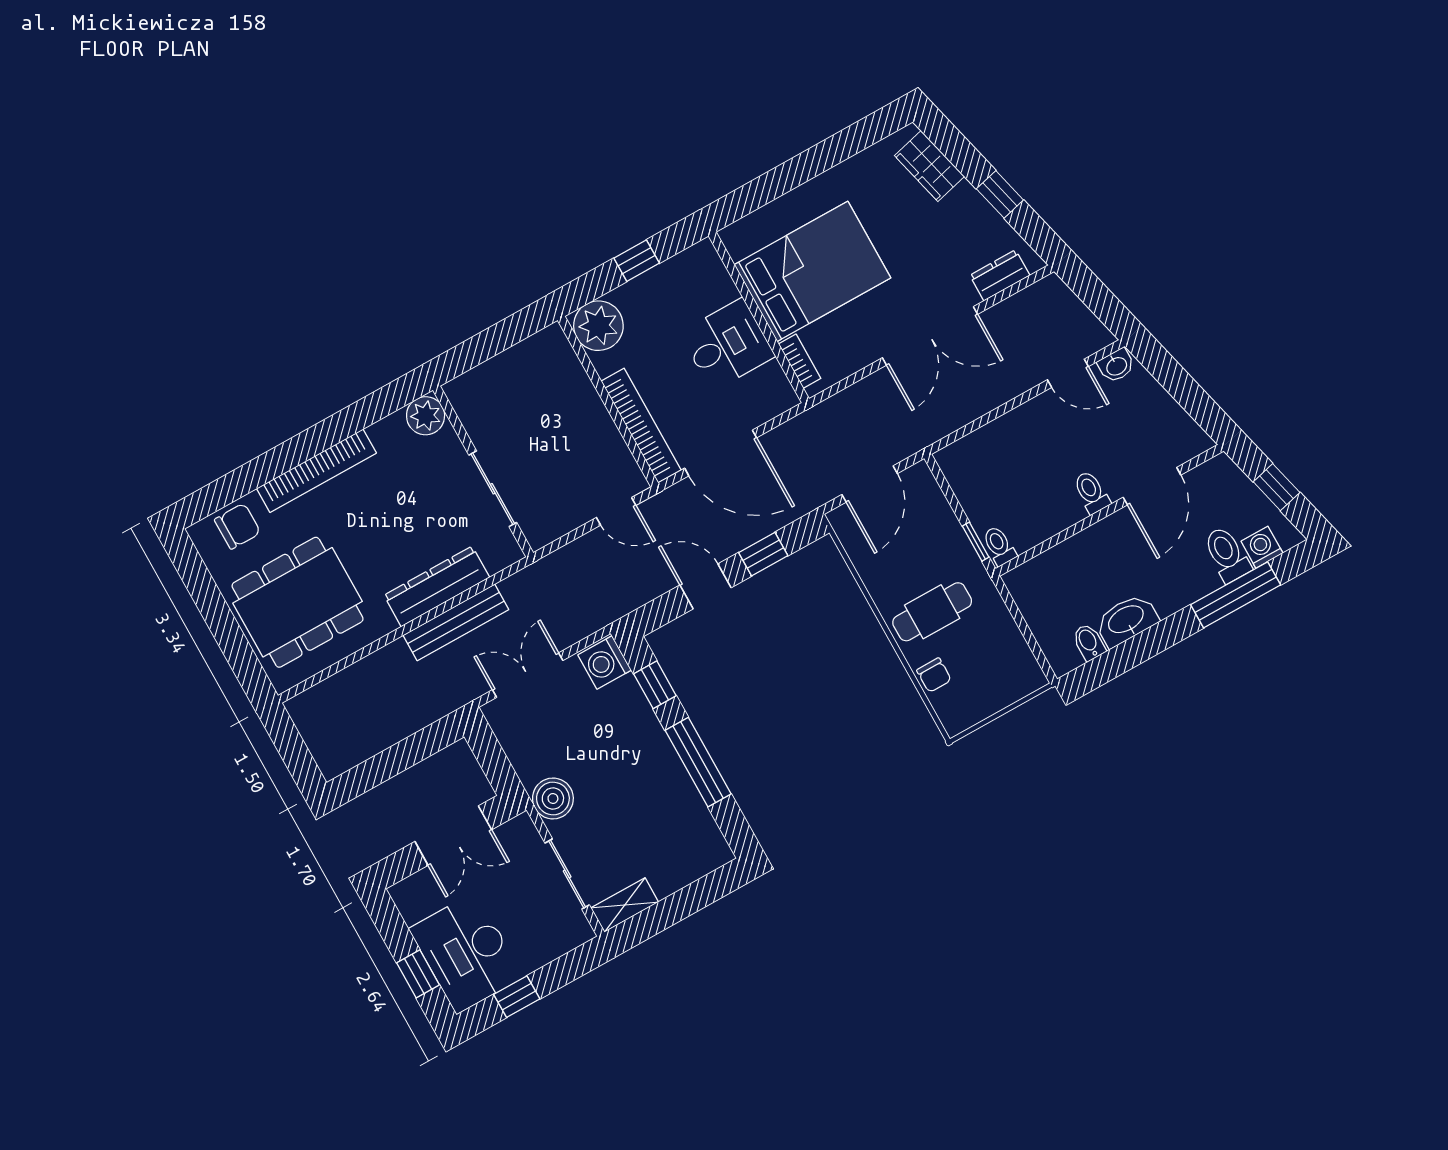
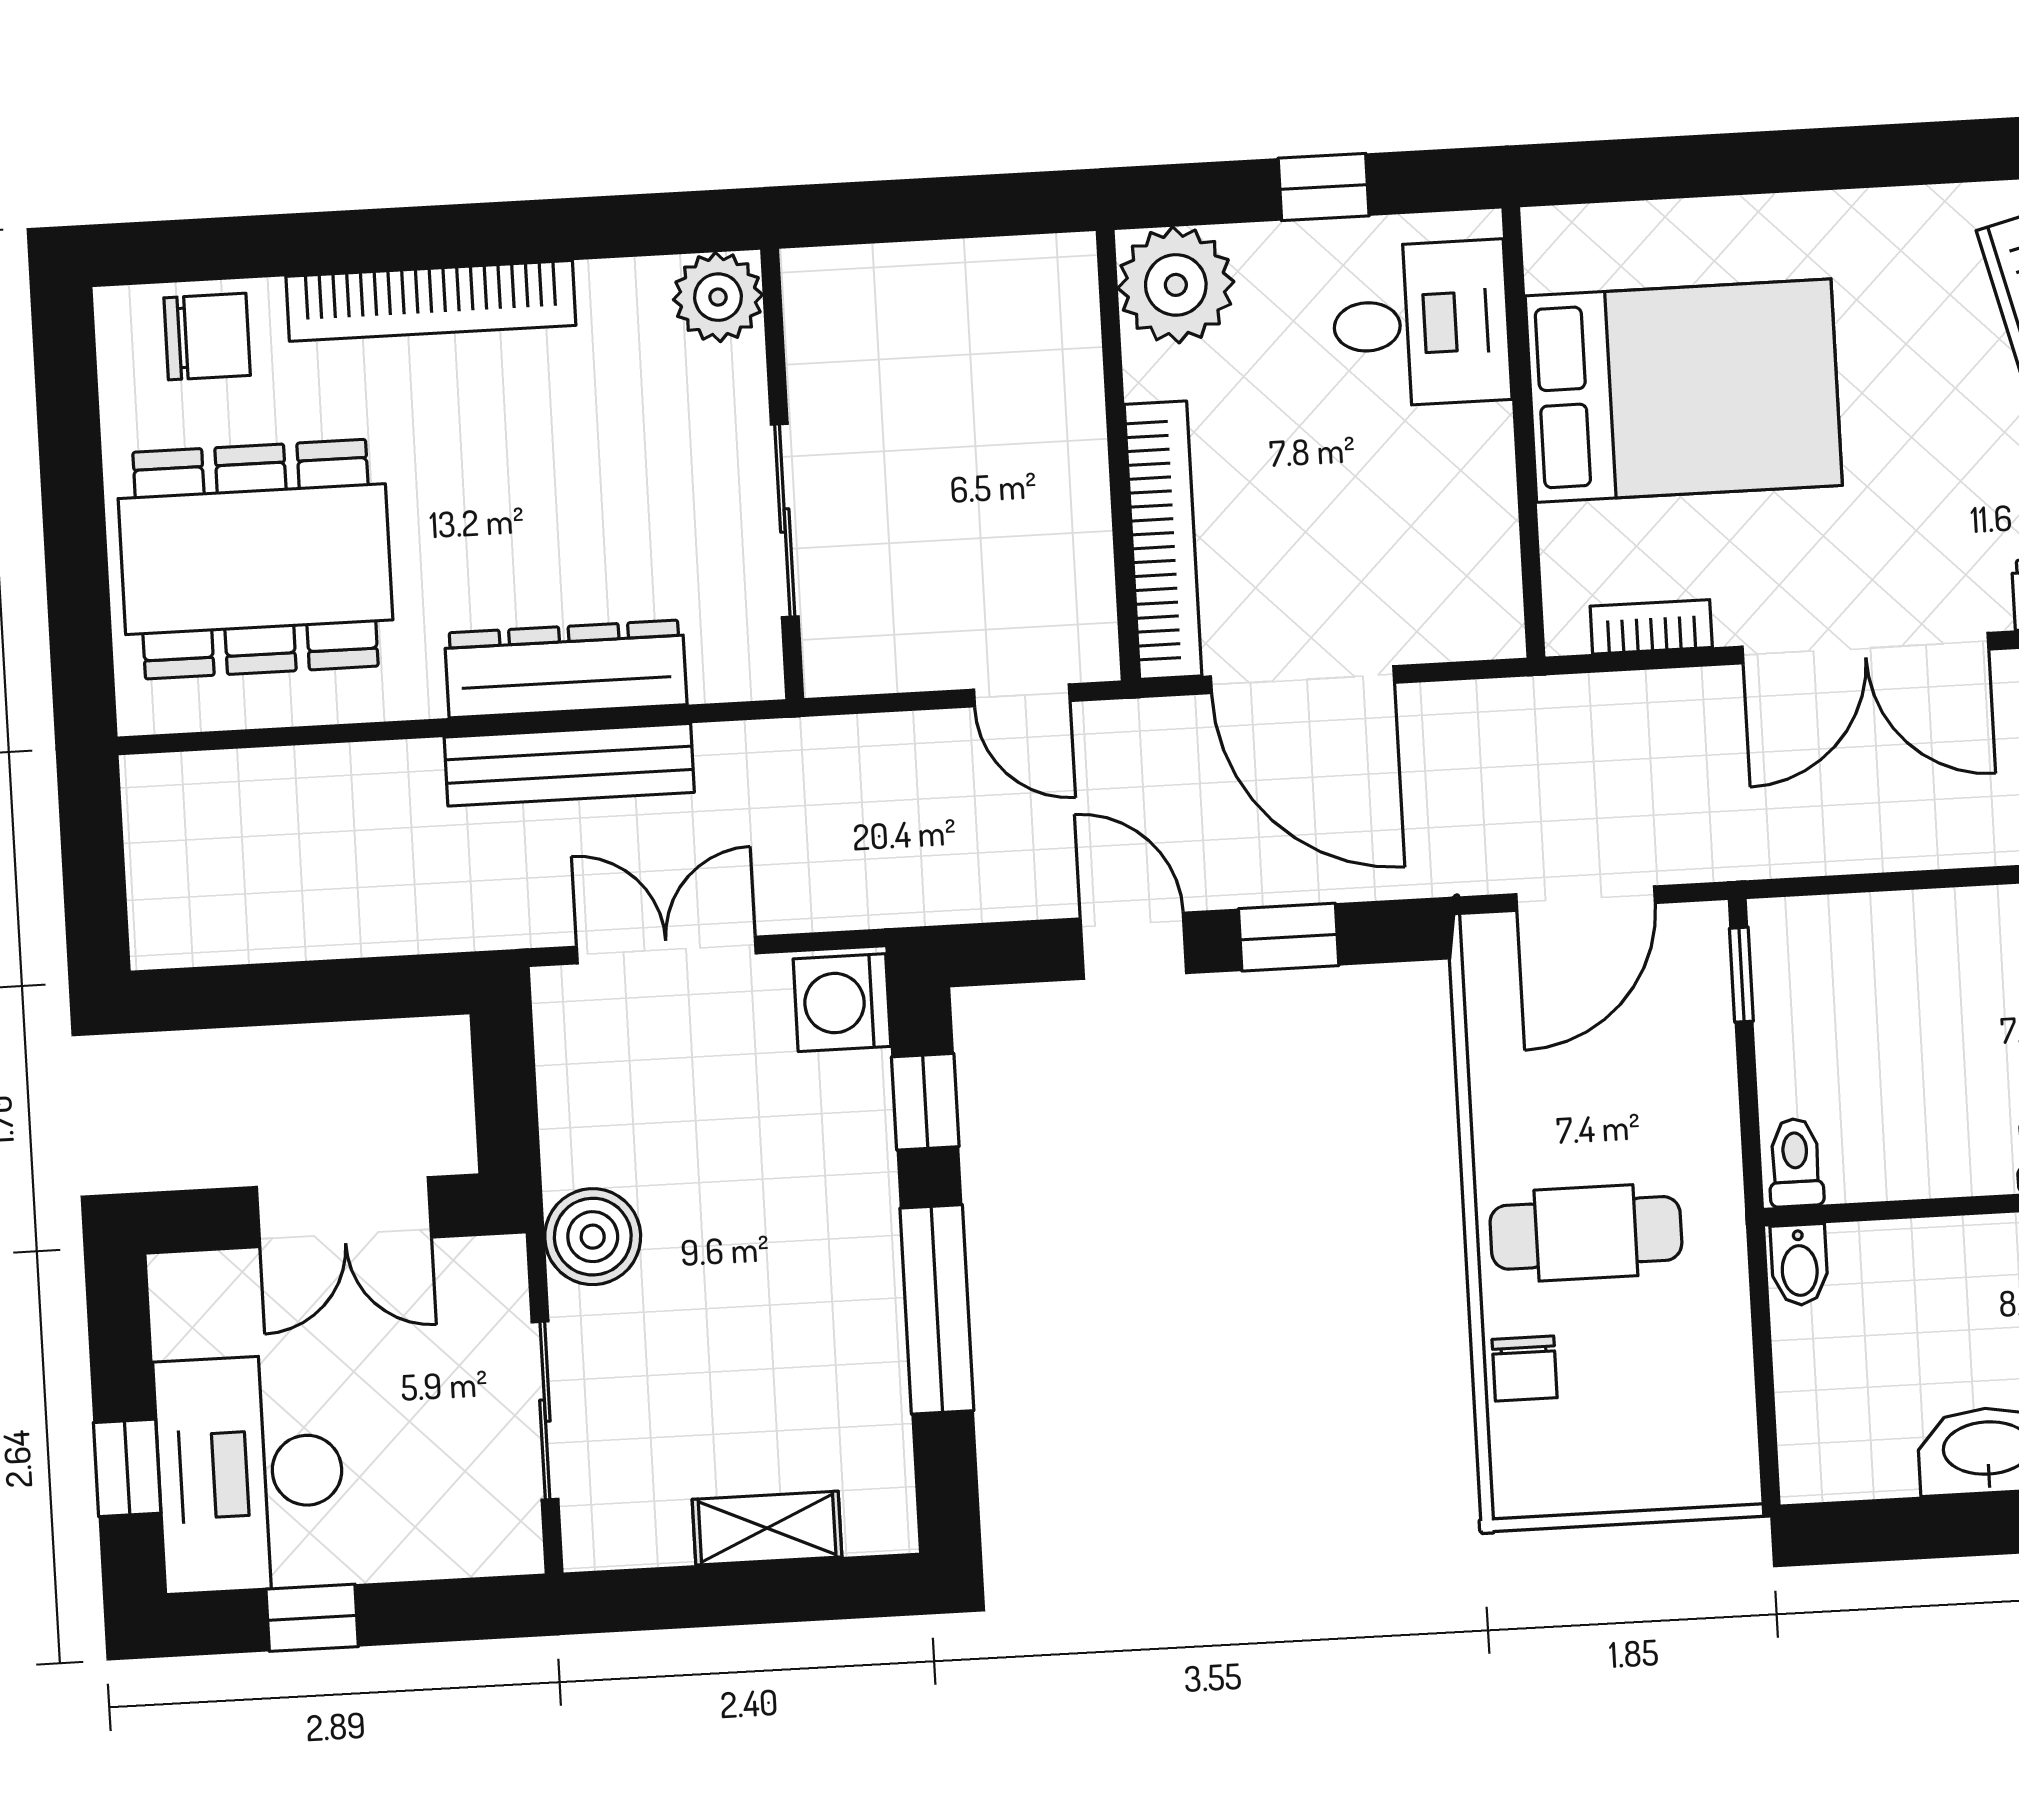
desk: (727, 345) -> (1421, 324), moved
bookcase: (800, 361) -> (1651, 627), moved, turned -90
window: (976, 542) -> (1741, 975), moved
bidet: (1089, 642) -> (1799, 1265), moved, turned 180
shelving: (625, 905) -> (767, 1528), moved

